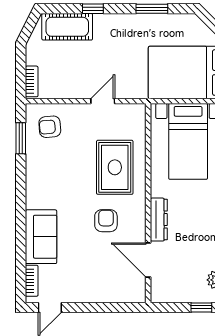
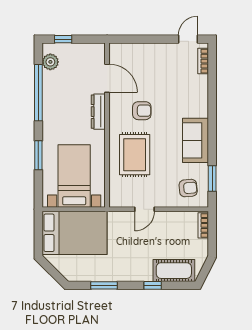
armchair: (106, 221) -> (142, 111), turned -90
sofa: (41, 237) -> (195, 140), moved

